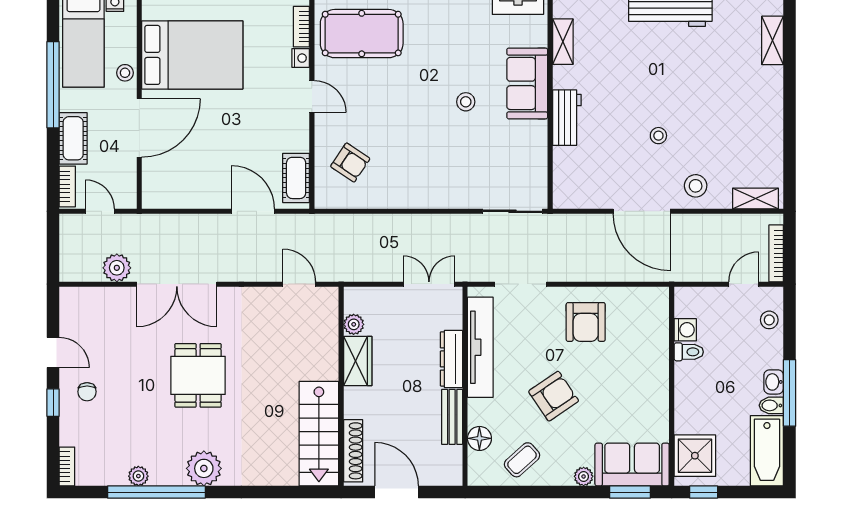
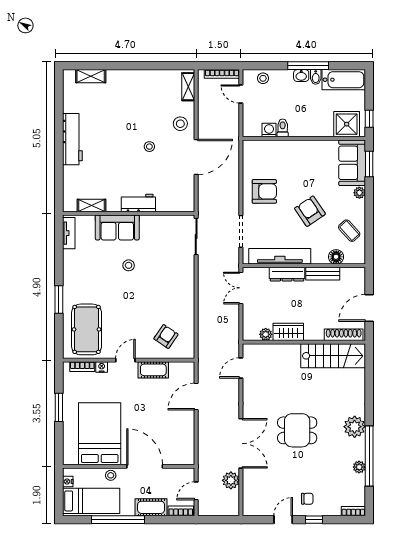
cot: (296, 178) -> (153, 370), moved

